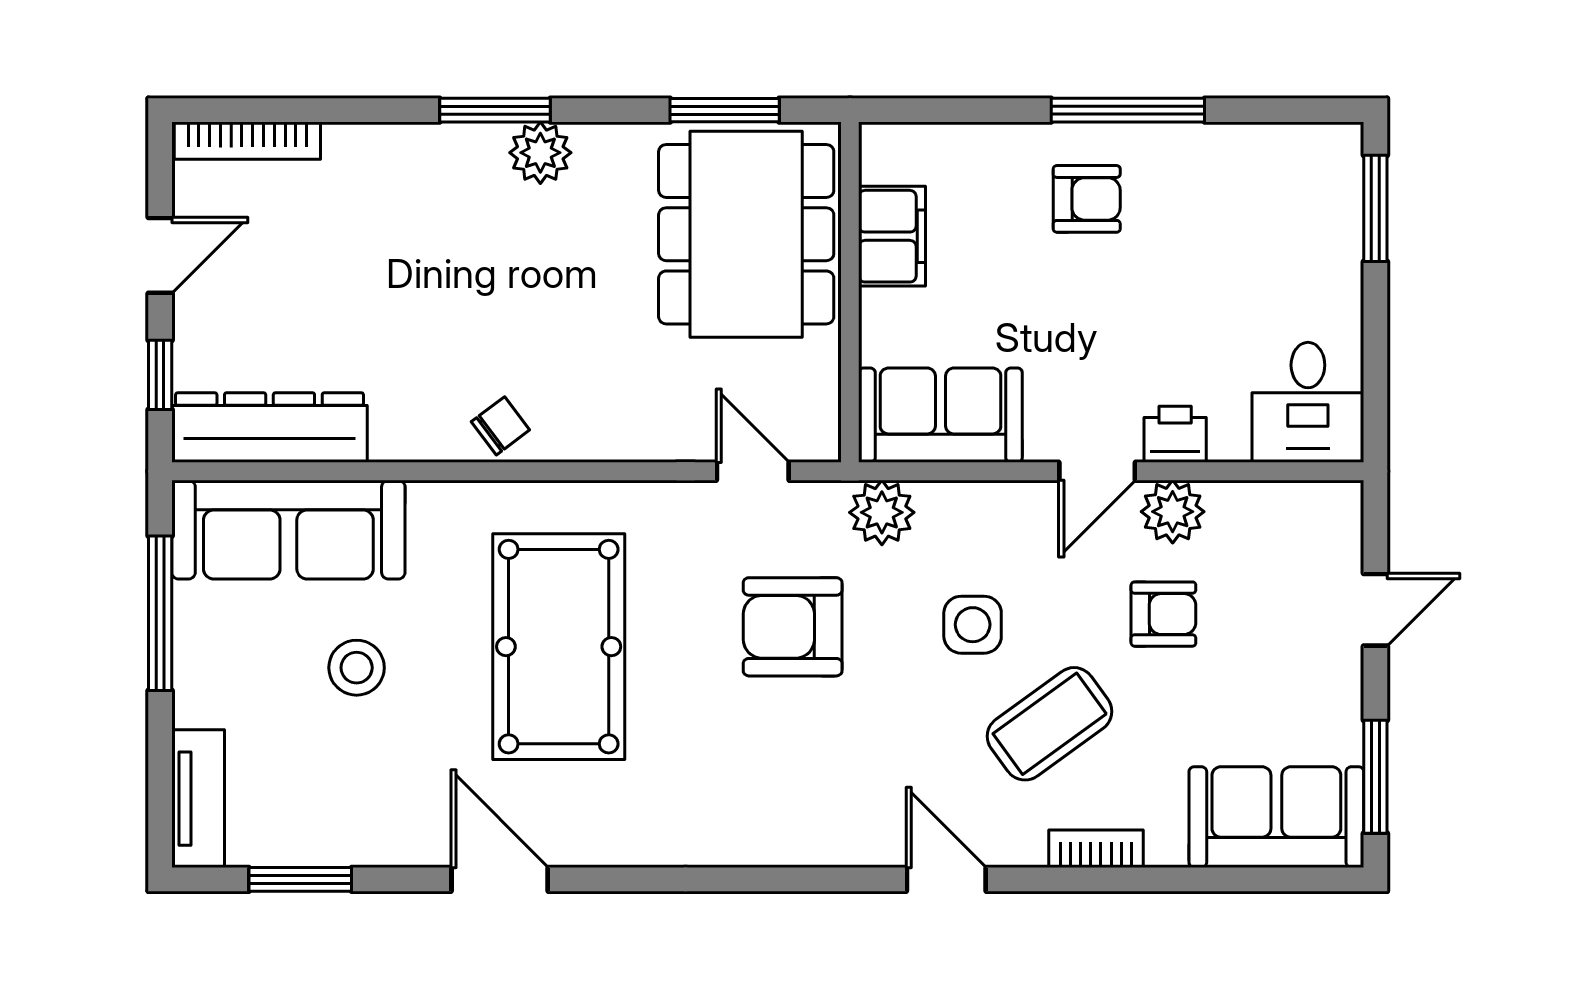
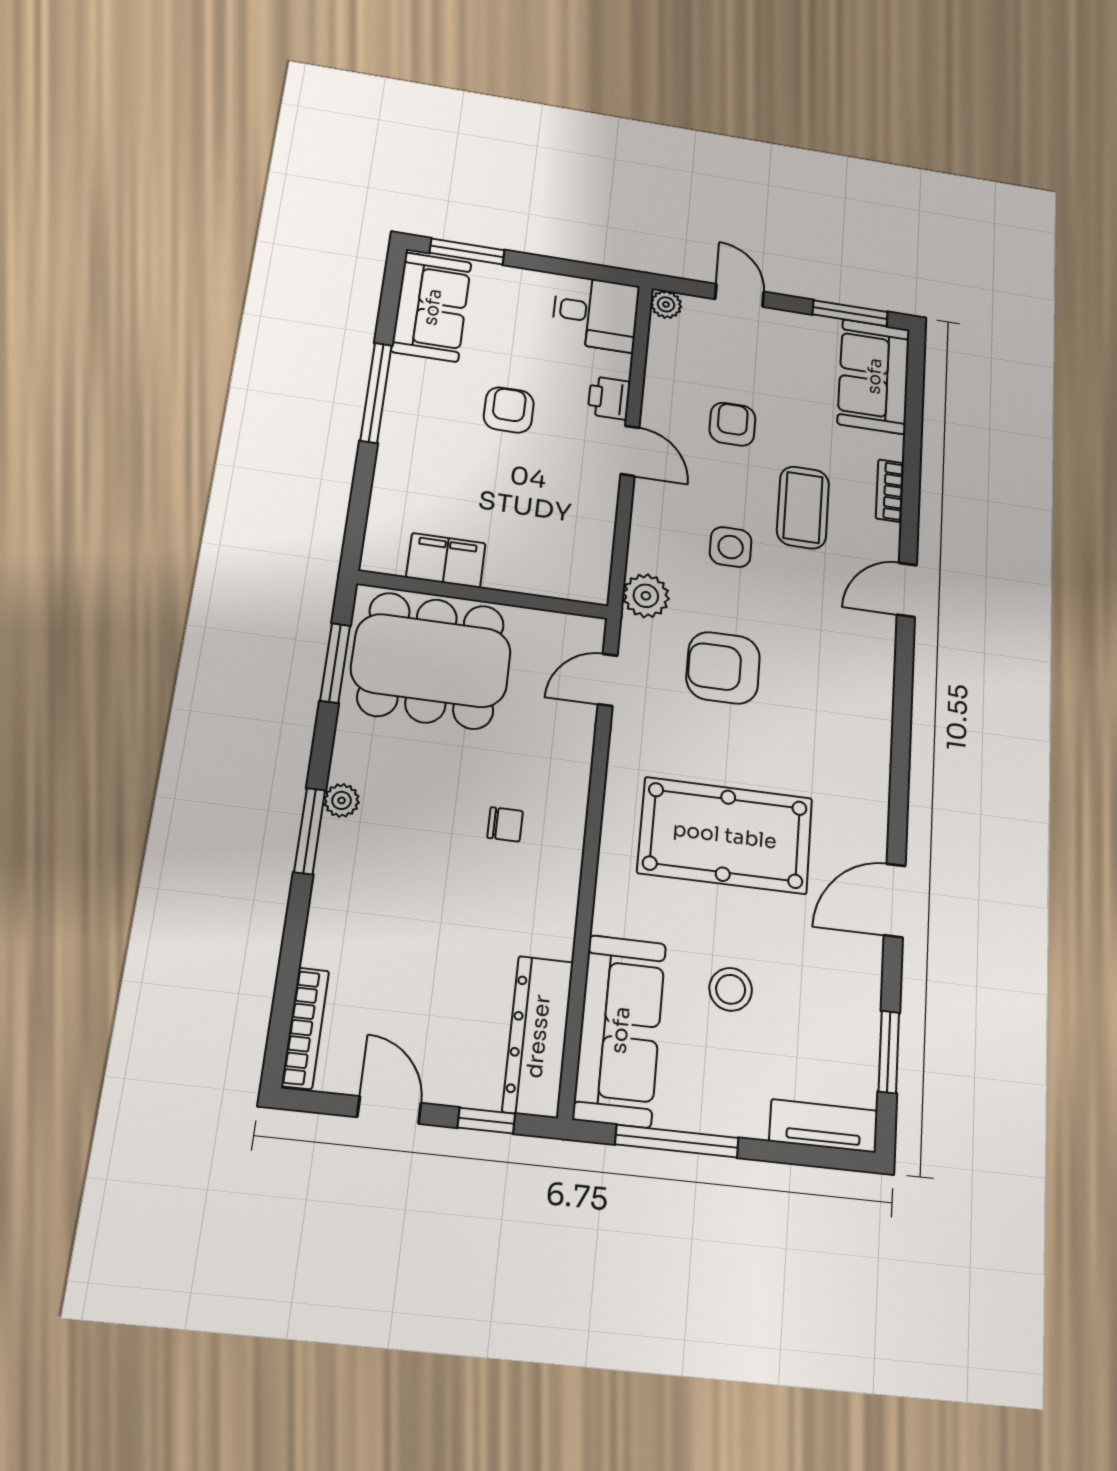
plant: (540, 153) -> (342, 800), width x0.73, depth x0.73
armchair: (1087, 199) -> (509, 410), moved
sofa: (940, 415) -> (432, 307), moved, turned 180
chair: (500, 426) -> (505, 824), moved, turned 127
plant: (1173, 512) -> (666, 304), moved, width x0.73, depth x0.73
armchair: (793, 627) -> (723, 668), turned 90
coffee table: (1050, 724) -> (803, 507), turned 36

